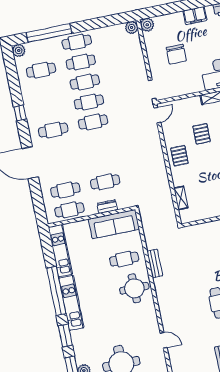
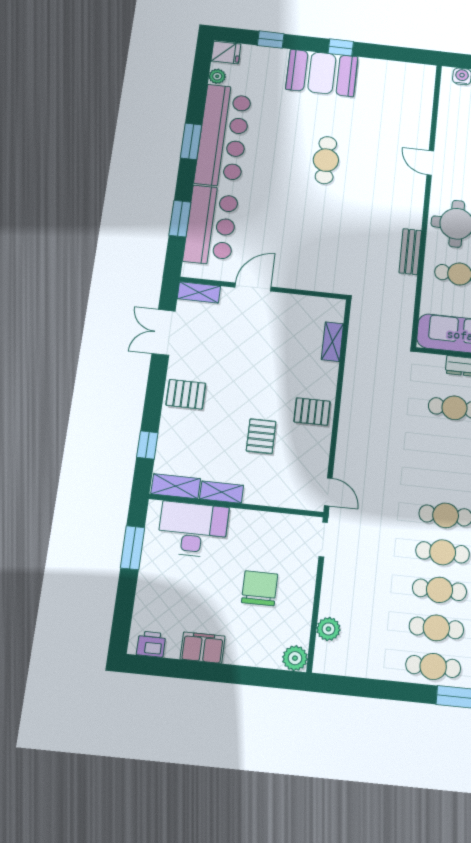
plant: (132, 28) -> (328, 629), moved
door: (157, 115) -> (328, 492), swing flipped
pallet: (179, 156) -> (312, 412), turned 90
door: (164, 340) -> (430, 163), moved

